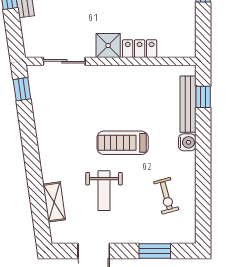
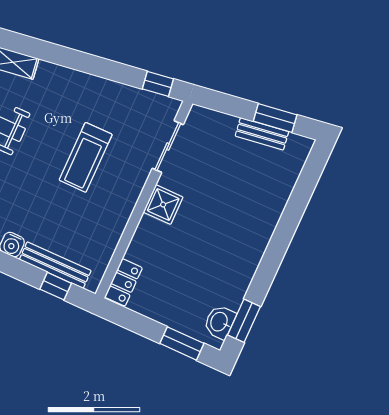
locker: (140, 49) -> (124, 282), moved
treadmill: (123, 143) -> (86, 157), moved, turned 180

